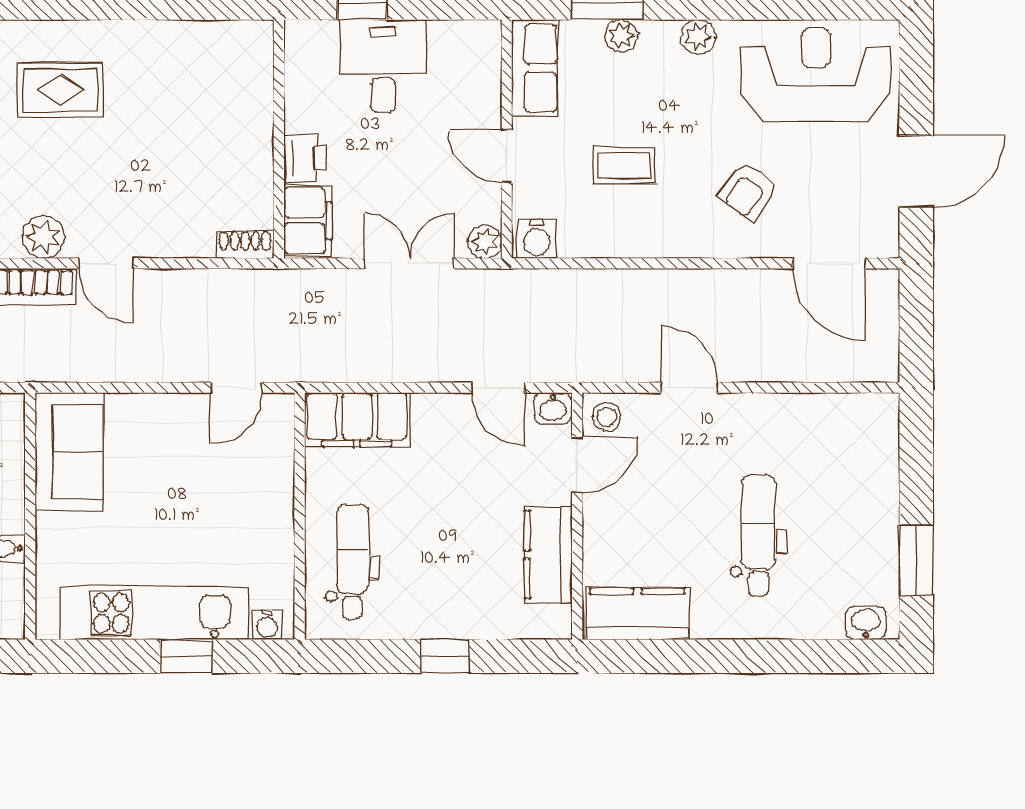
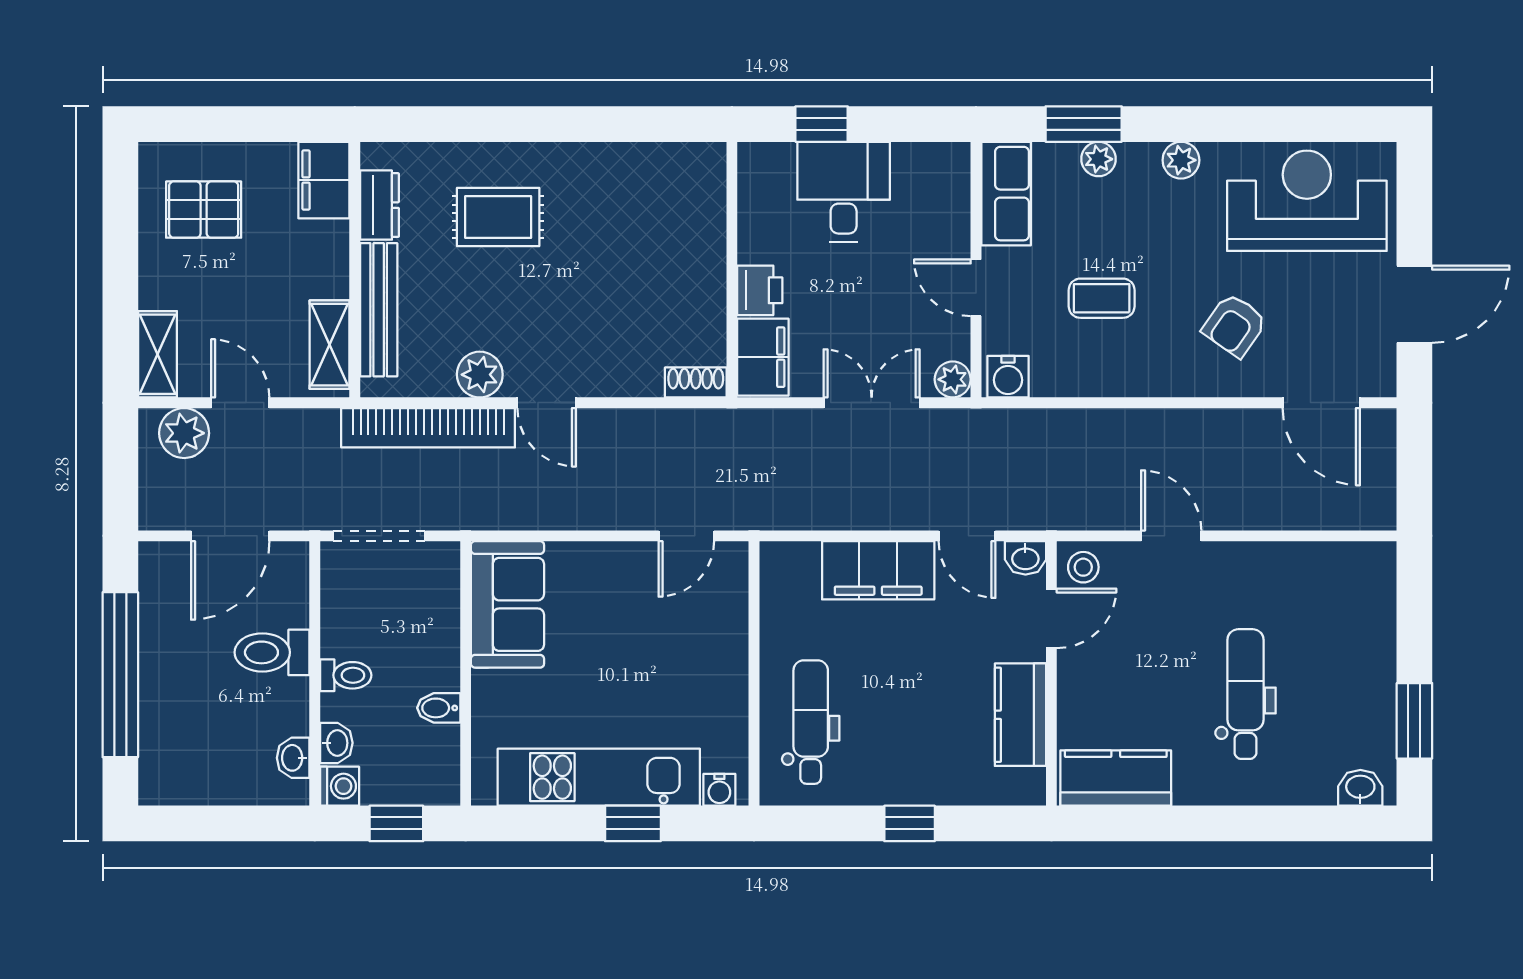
filing cabinet: (357, 420) -> (878, 570), moved

